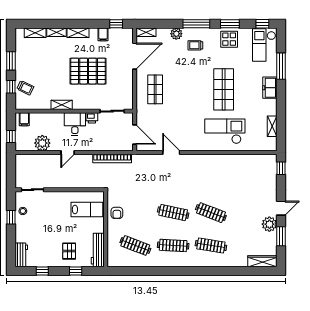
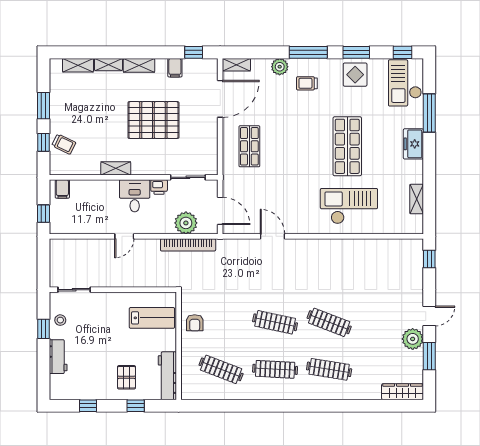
plant: (42, 143) -> (186, 223), moved
workbench: (21, 255) -> (58, 357), moved

